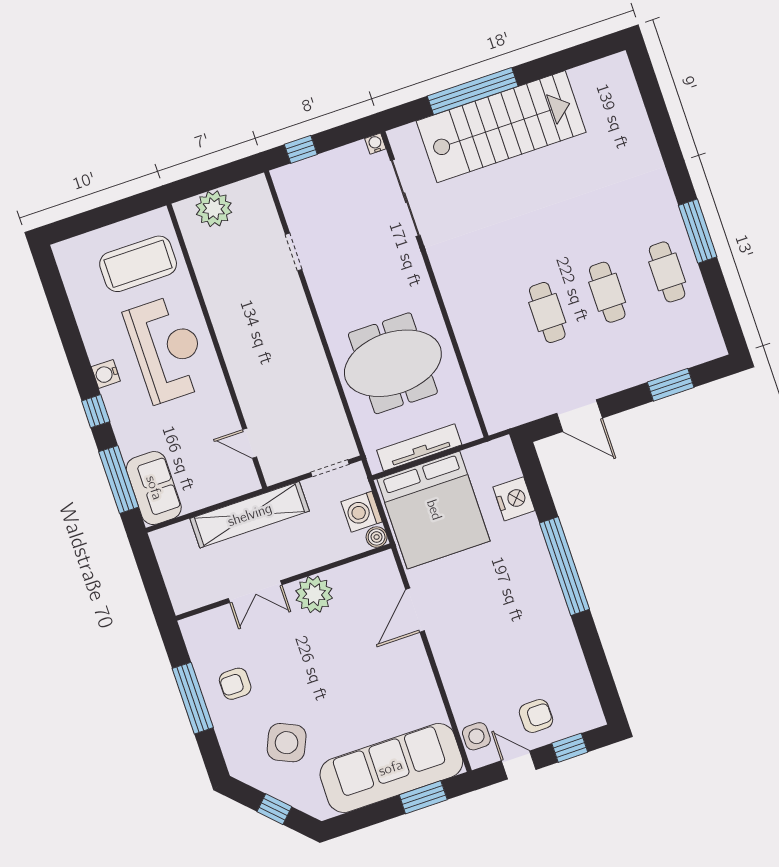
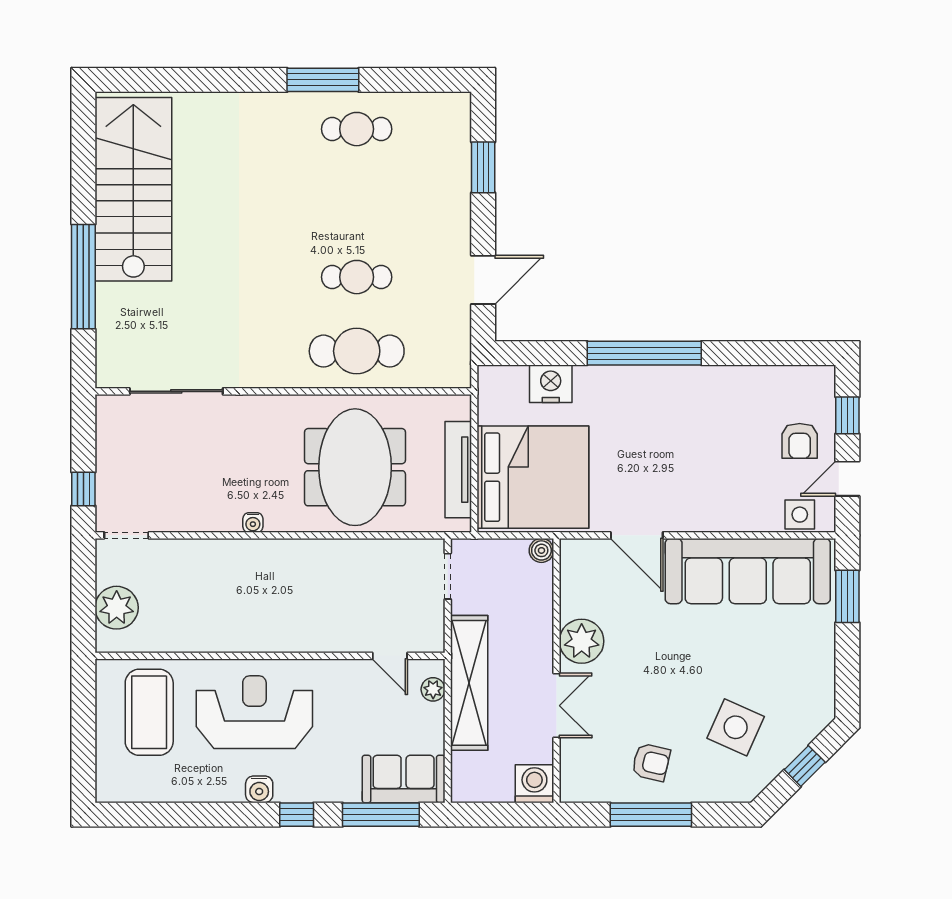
stairs: (501, 127) -> (133, 189), moved
water cooler: (375, 144) -> (253, 523), moved, turned -90
doorway: (294, 252) -> (126, 535), moved
cafe table: (607, 292) -> (357, 351), moved, width x1.37, depth x1.35
door: (250, 443) -> (390, 656), hinge flipped
plant: (234, 487) -> (433, 689), added
washing machine: (362, 512) -> (534, 784), moved, turned 180
armchair: (235, 684) -> (651, 762), turned -77
armchair: (536, 716) -> (800, 441), turned 180
sofa: (391, 768) -> (748, 571), moved, turned -90

